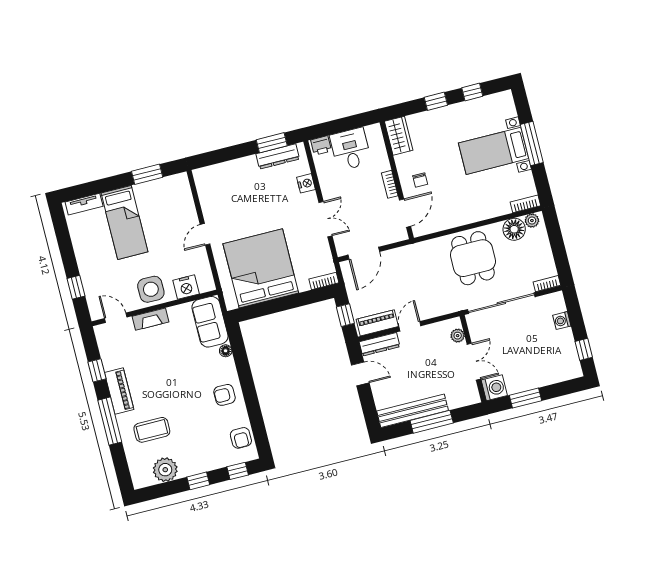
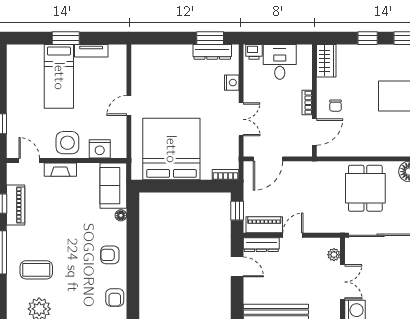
window: (147, 174) -> (66, 38), moved
tv unit: (84, 204) -> (91, 51), moved
piano: (119, 391) -> (16, 205), moved

